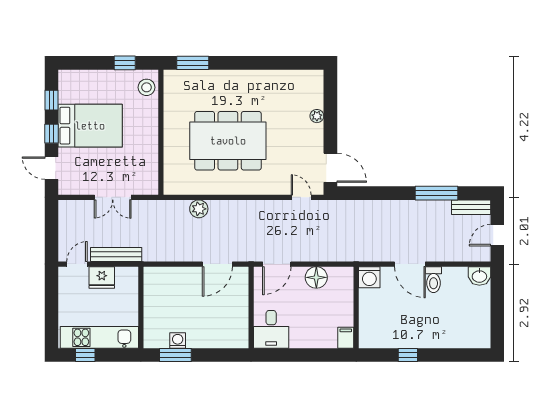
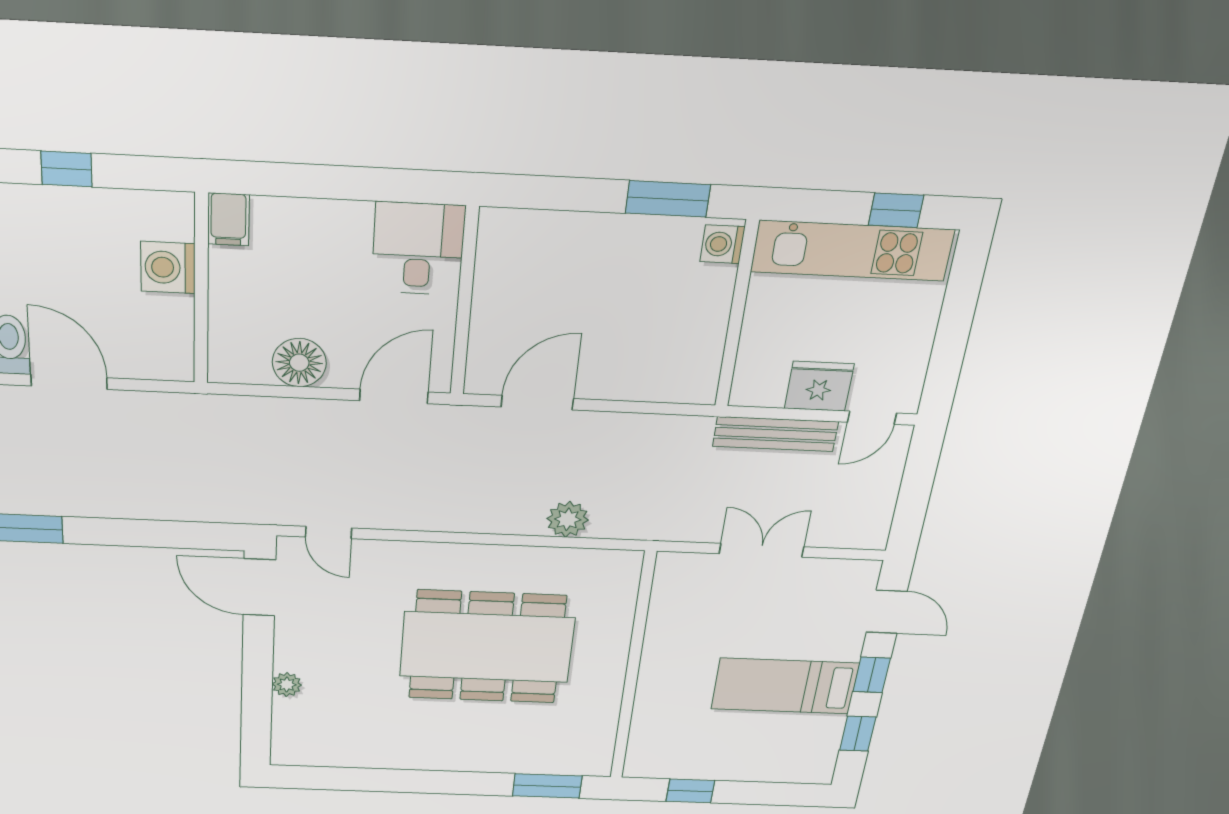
stool: (147, 87) -> (651, 748), removed
bed: (90, 126) -> (785, 686), width x0.67
washing machine: (369, 277) -> (168, 267), moved, turned -90
washing machine: (178, 341) -> (722, 244), moved, turned 90

